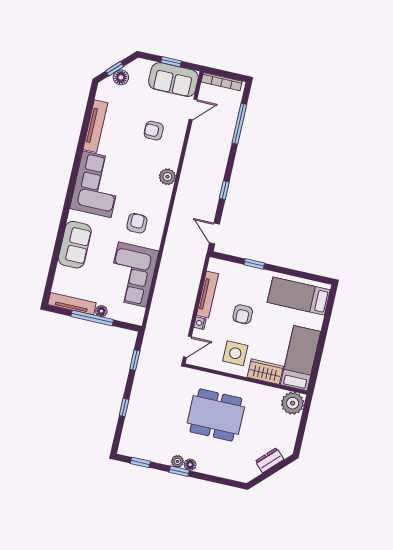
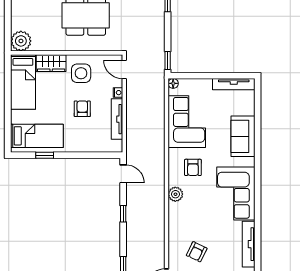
armchair: (154, 131) -> (197, 252), turned 116
plant: (167, 177) -> (175, 194), moved
window: (254, 264) -> (45, 155), moved
floor lamp: (101, 311) -> (173, 83), moved
window: (92, 318) -> (213, 76), removed
door: (187, 347) -> (124, 69), hinge flipped
window: (135, 360) -> (168, 60), moved

